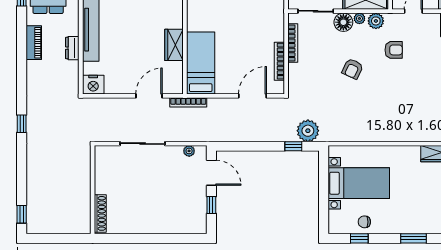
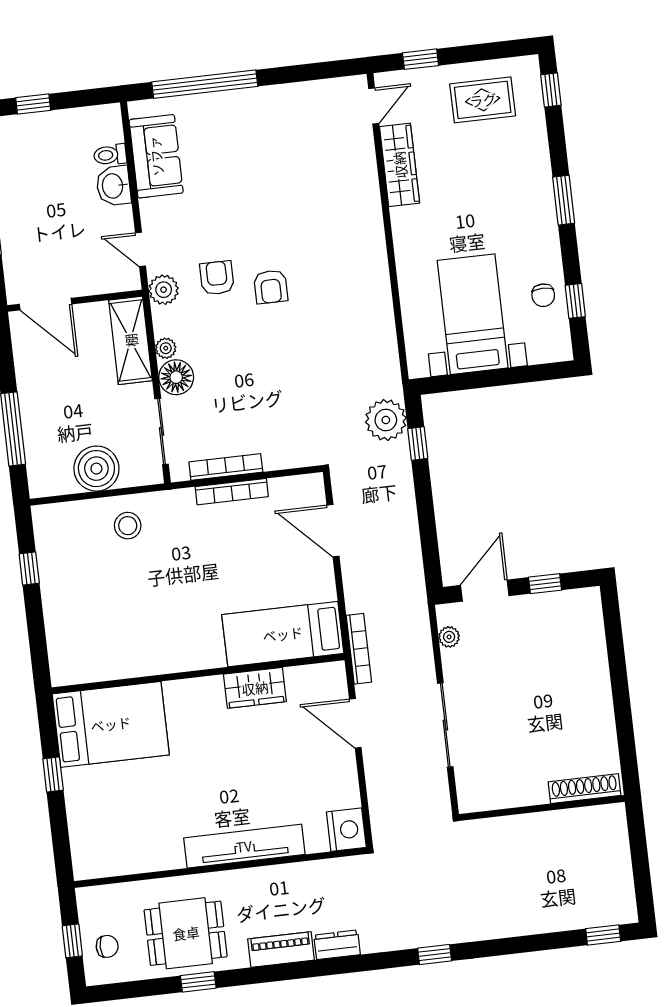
plant: (376, 21) -> (164, 290), moved
dresser: (72, 48) -> (337, 945), moved, turned 180
bookcase: (279, 61) -> (232, 492), moved
armchair: (353, 69) -> (271, 287), moved, turned 65

